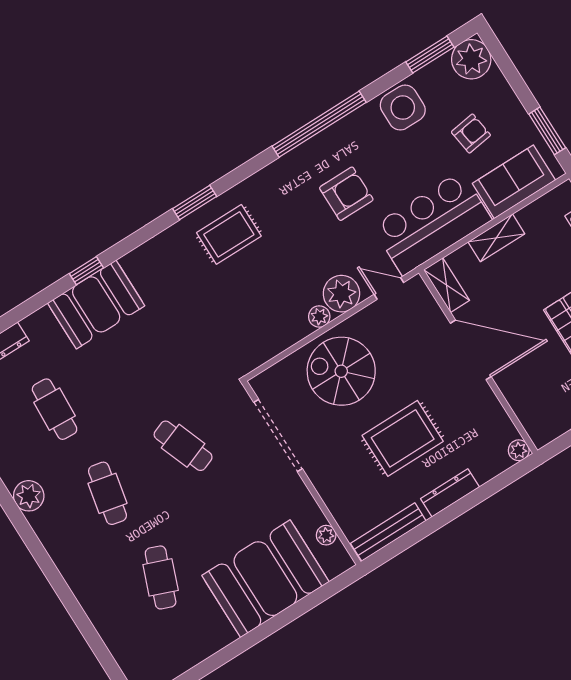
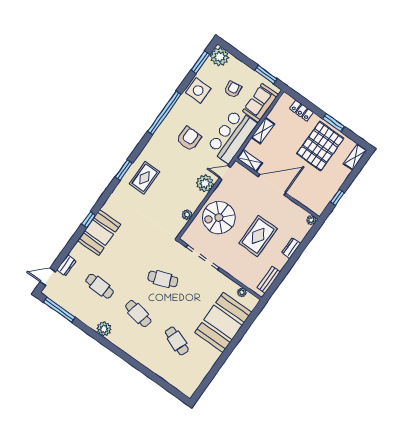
plant: (319, 317) -> (187, 215), moved
dresser: (450, 493) -> (291, 248), width x0.70
bench: (388, 532) -> (269, 280), width x0.73

